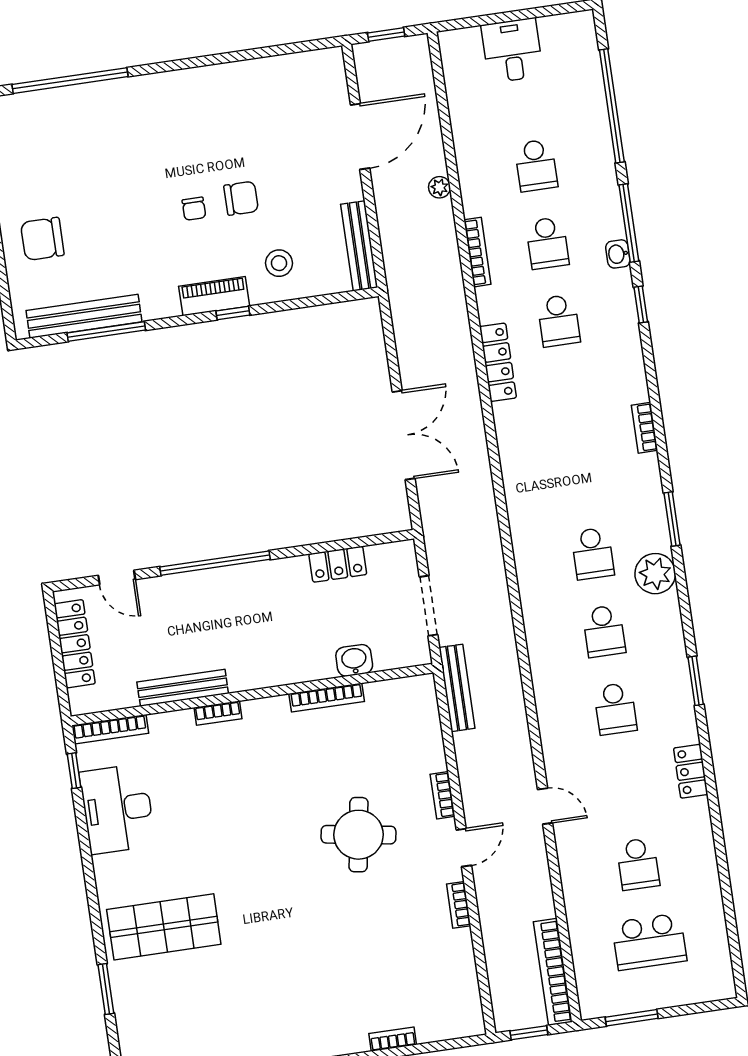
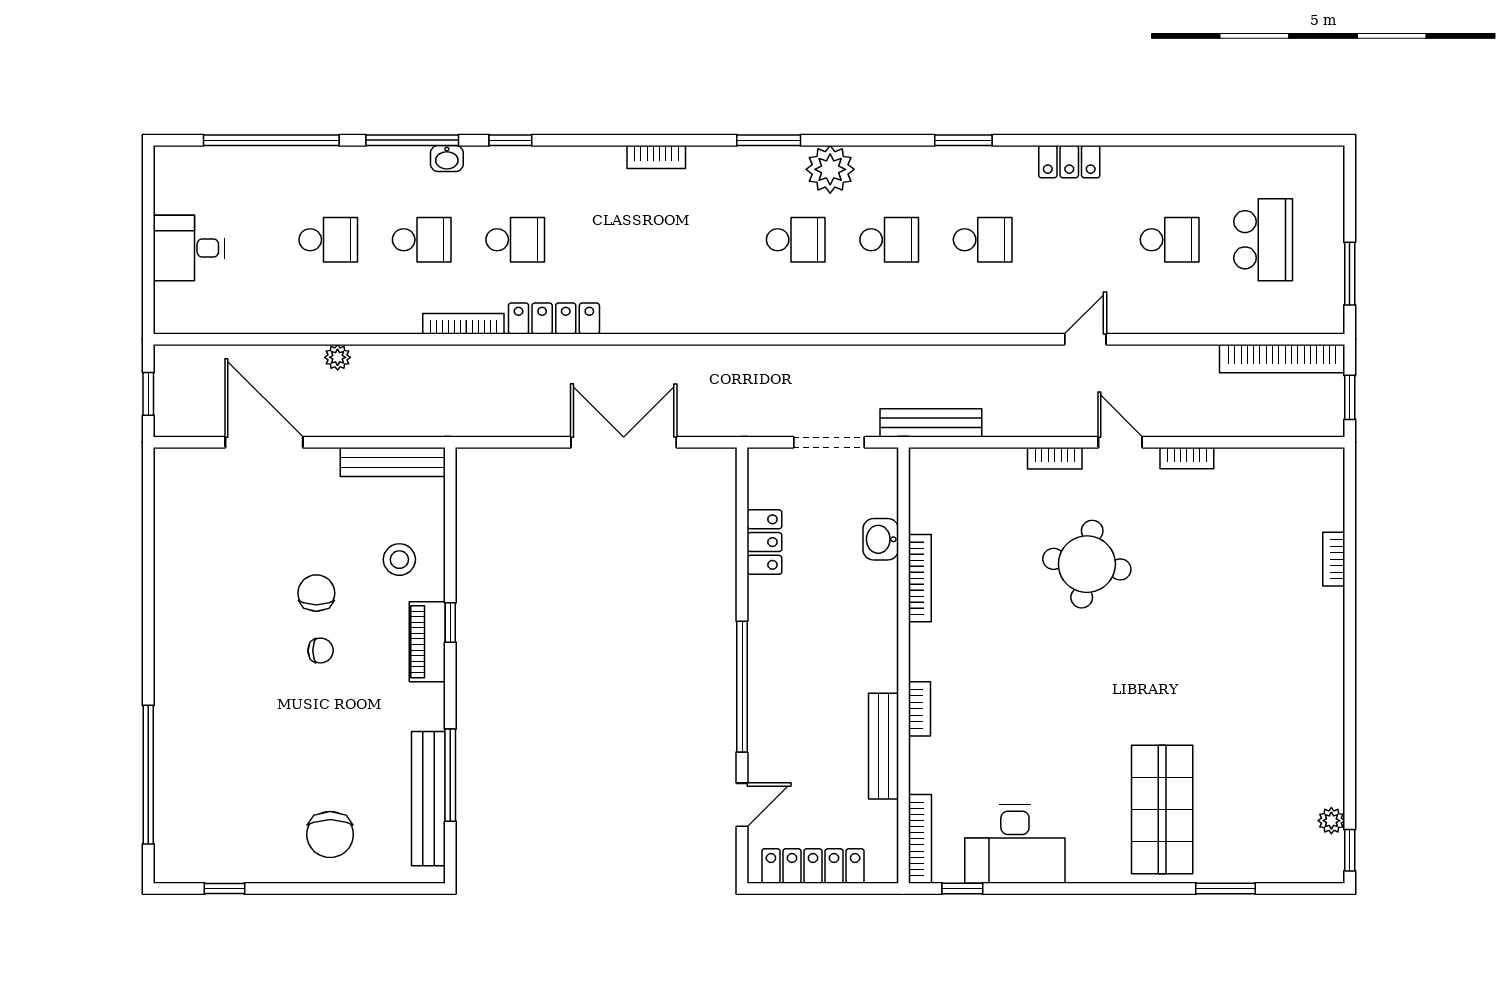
bookcase: (477, 252) -> (463, 324), moved

